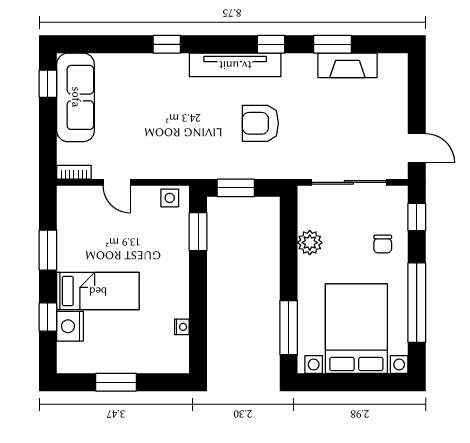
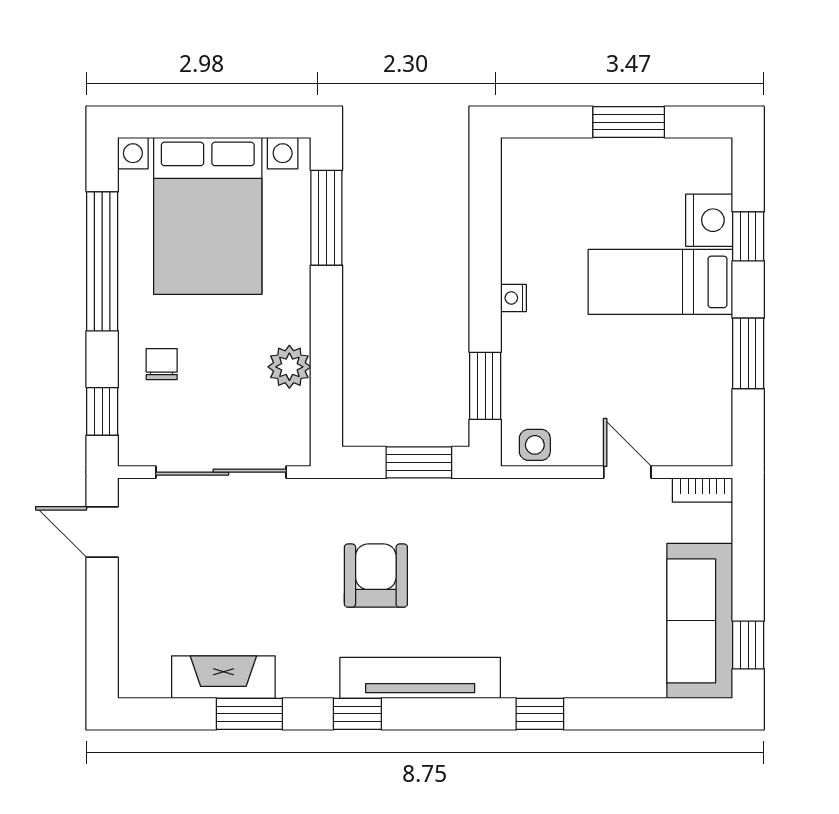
armchair: (260, 123) -> (376, 576), turned -90
nightstand: (182, 327) -> (513, 298), moved

